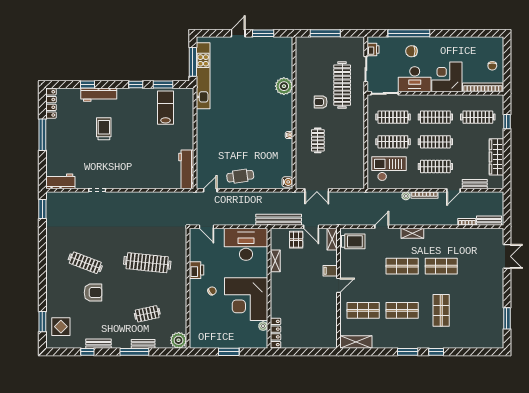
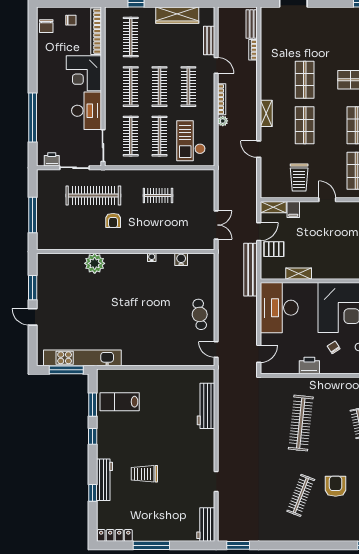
chair: (412, 51) -> (46, 26), moved
clothes rail: (318, 140) -> (158, 195), moved
workbench: (186, 169) -> (206, 406), moved, turned 90
water cooler: (287, 182) -> (181, 259), moved
trolley: (353, 241) -> (299, 178), moved, turned 180
filing cabinet: (330, 271) -> (293, 209), moved

